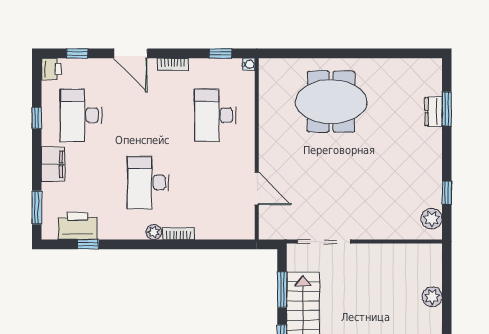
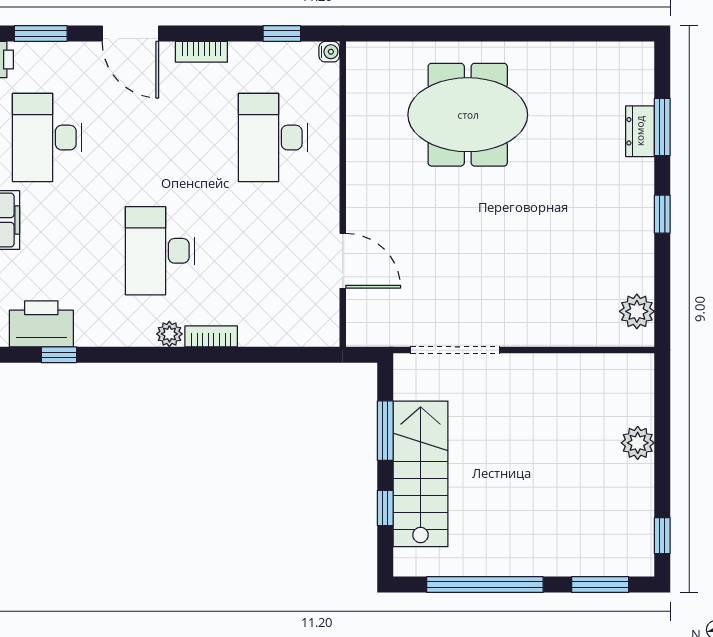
window: (77, 53) -> (41, 34), width x1.50
window: (447, 193) -> (662, 214), moved

